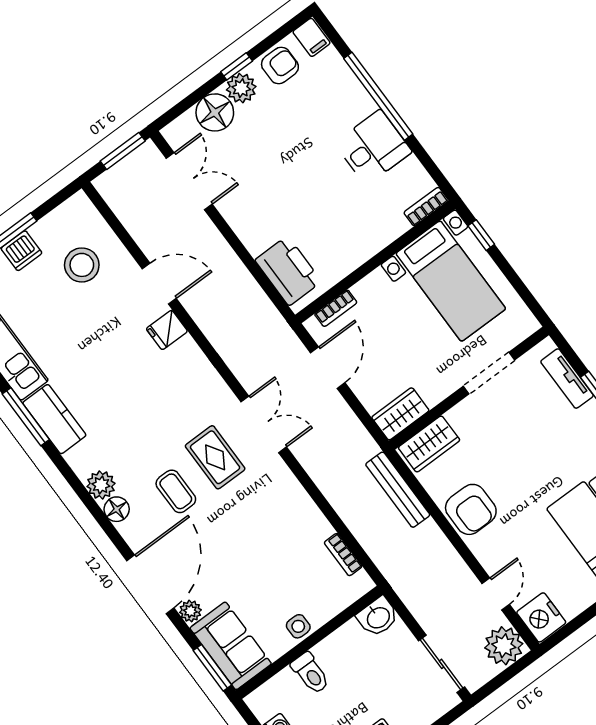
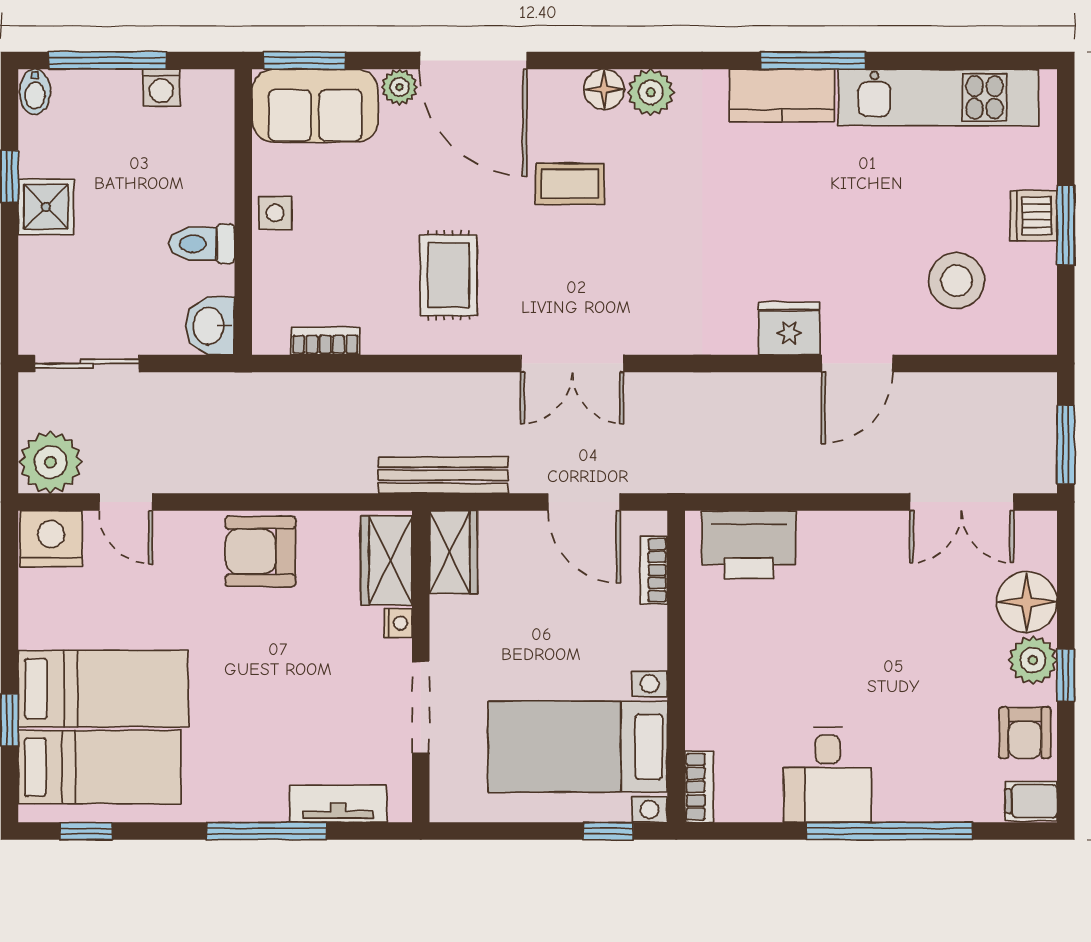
fridge: (167, 330) -> (789, 329), width x1.38
nightstand: (456, 415) -> (398, 623), added
rug: (215, 457) -> (449, 275), moved, turned 90
bench: (398, 490) -> (443, 475), moved
toilet: (310, 673) -> (202, 244), moved

